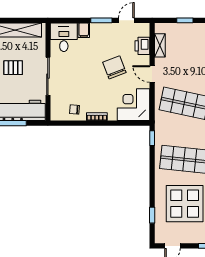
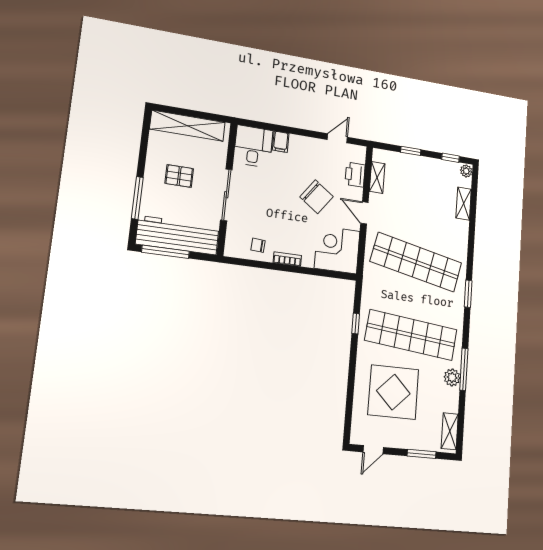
window: (101, 20) -> (305, 133), removed
chair: (114, 67) -> (317, 197), turned 147
window: (152, 138) -> (356, 323), moved
window: (152, 215) -> (349, 404), removed

